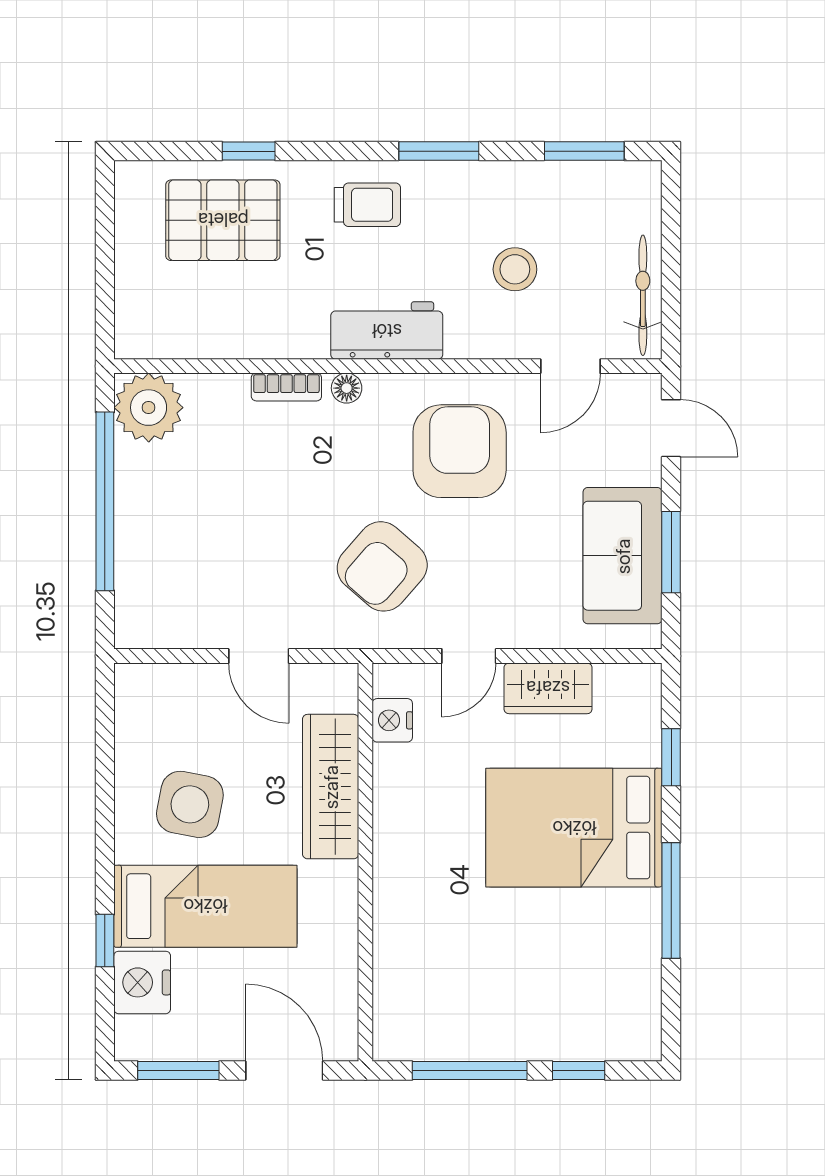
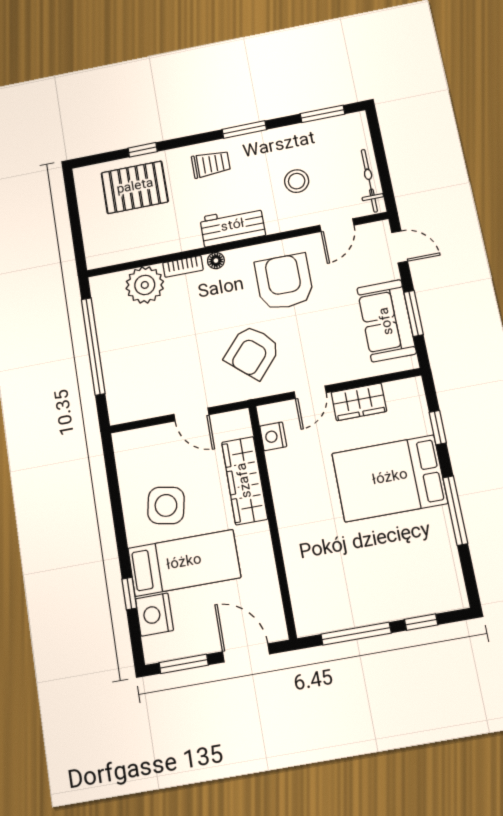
plant: (149, 408) -> (145, 285), moved

